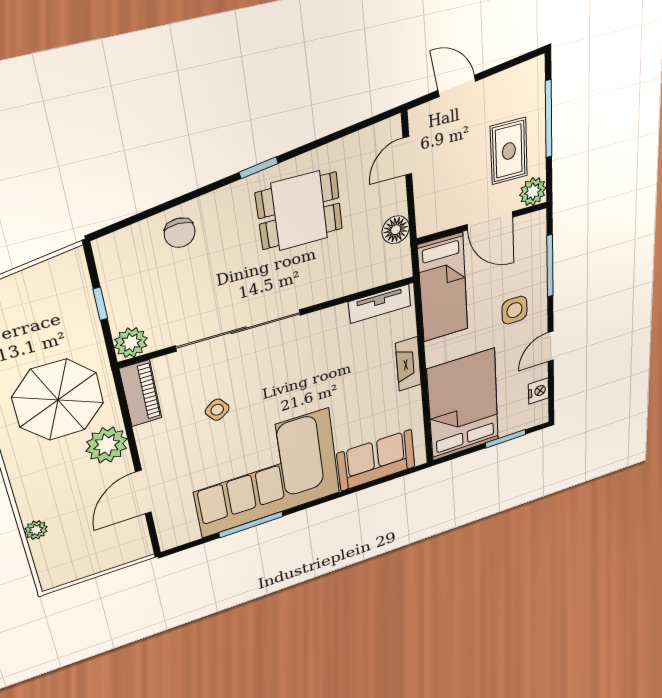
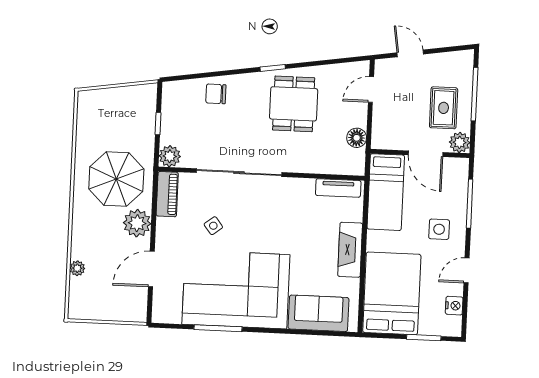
dining table: (299, 211) -> (294, 104), turned 90
chair: (180, 233) -> (216, 94), turned 90
fireplace: (408, 364) -> (350, 250), width x1.37, depth x1.32

